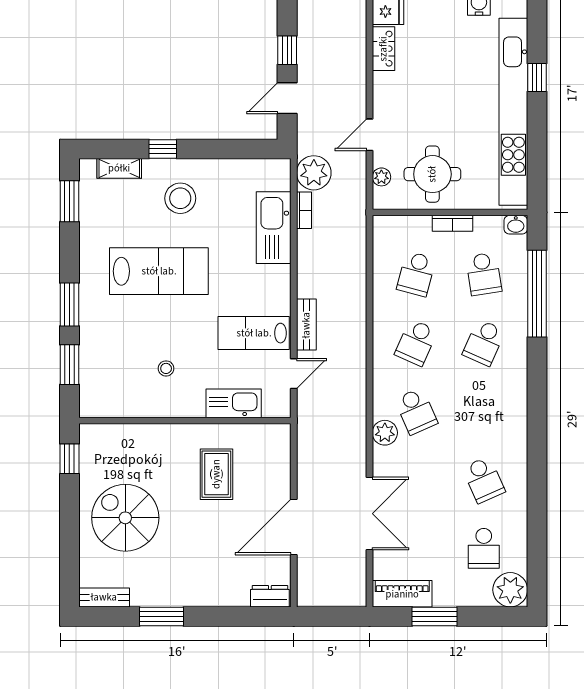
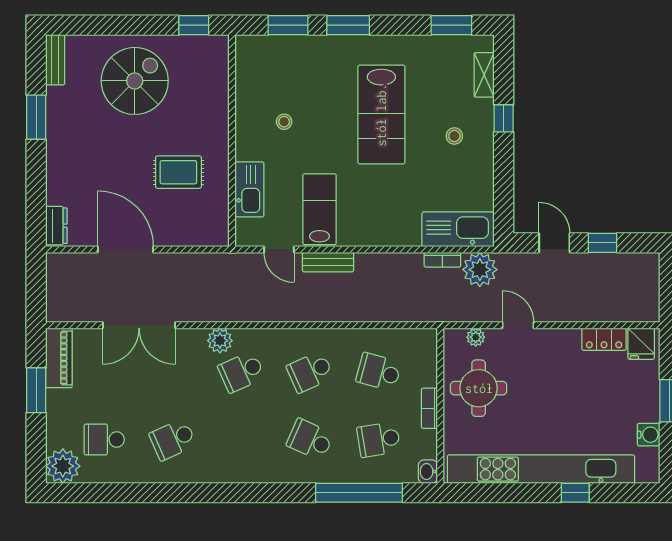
stool: (180, 198) -> (454, 136), width x0.53, depth x0.53
kitchen sink: (274, 228) -> (458, 229), moved
school desk: (416, 343) -> (310, 372), turned -48

